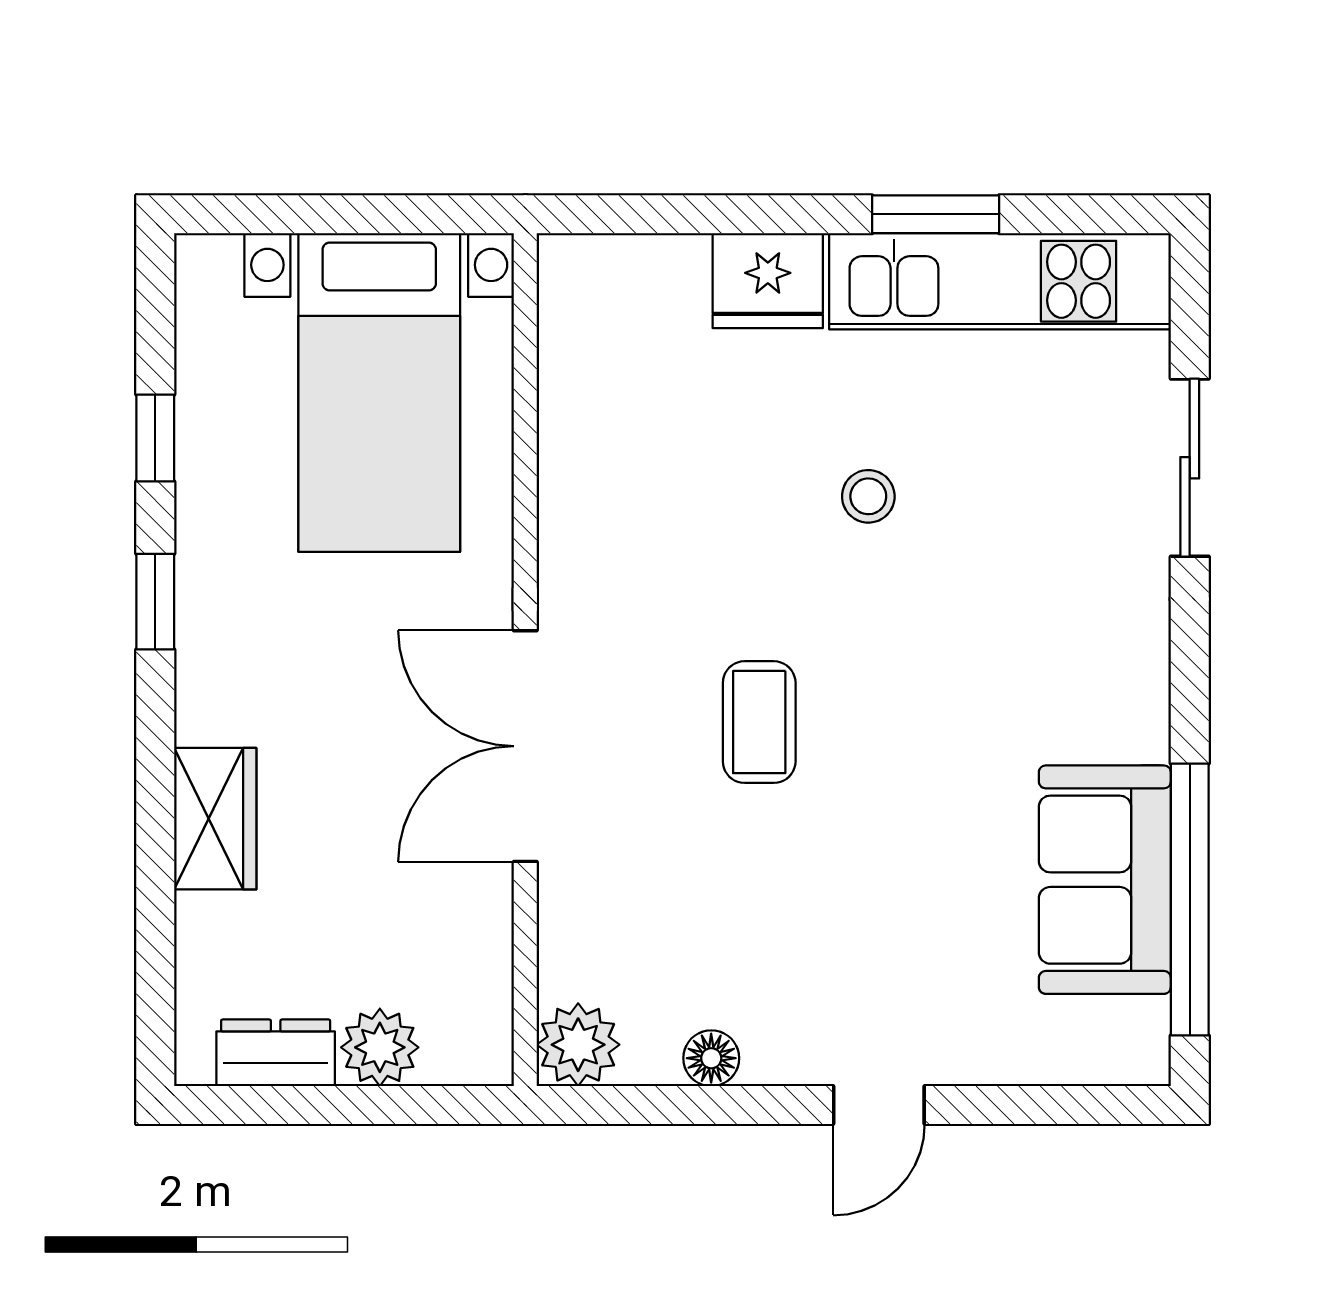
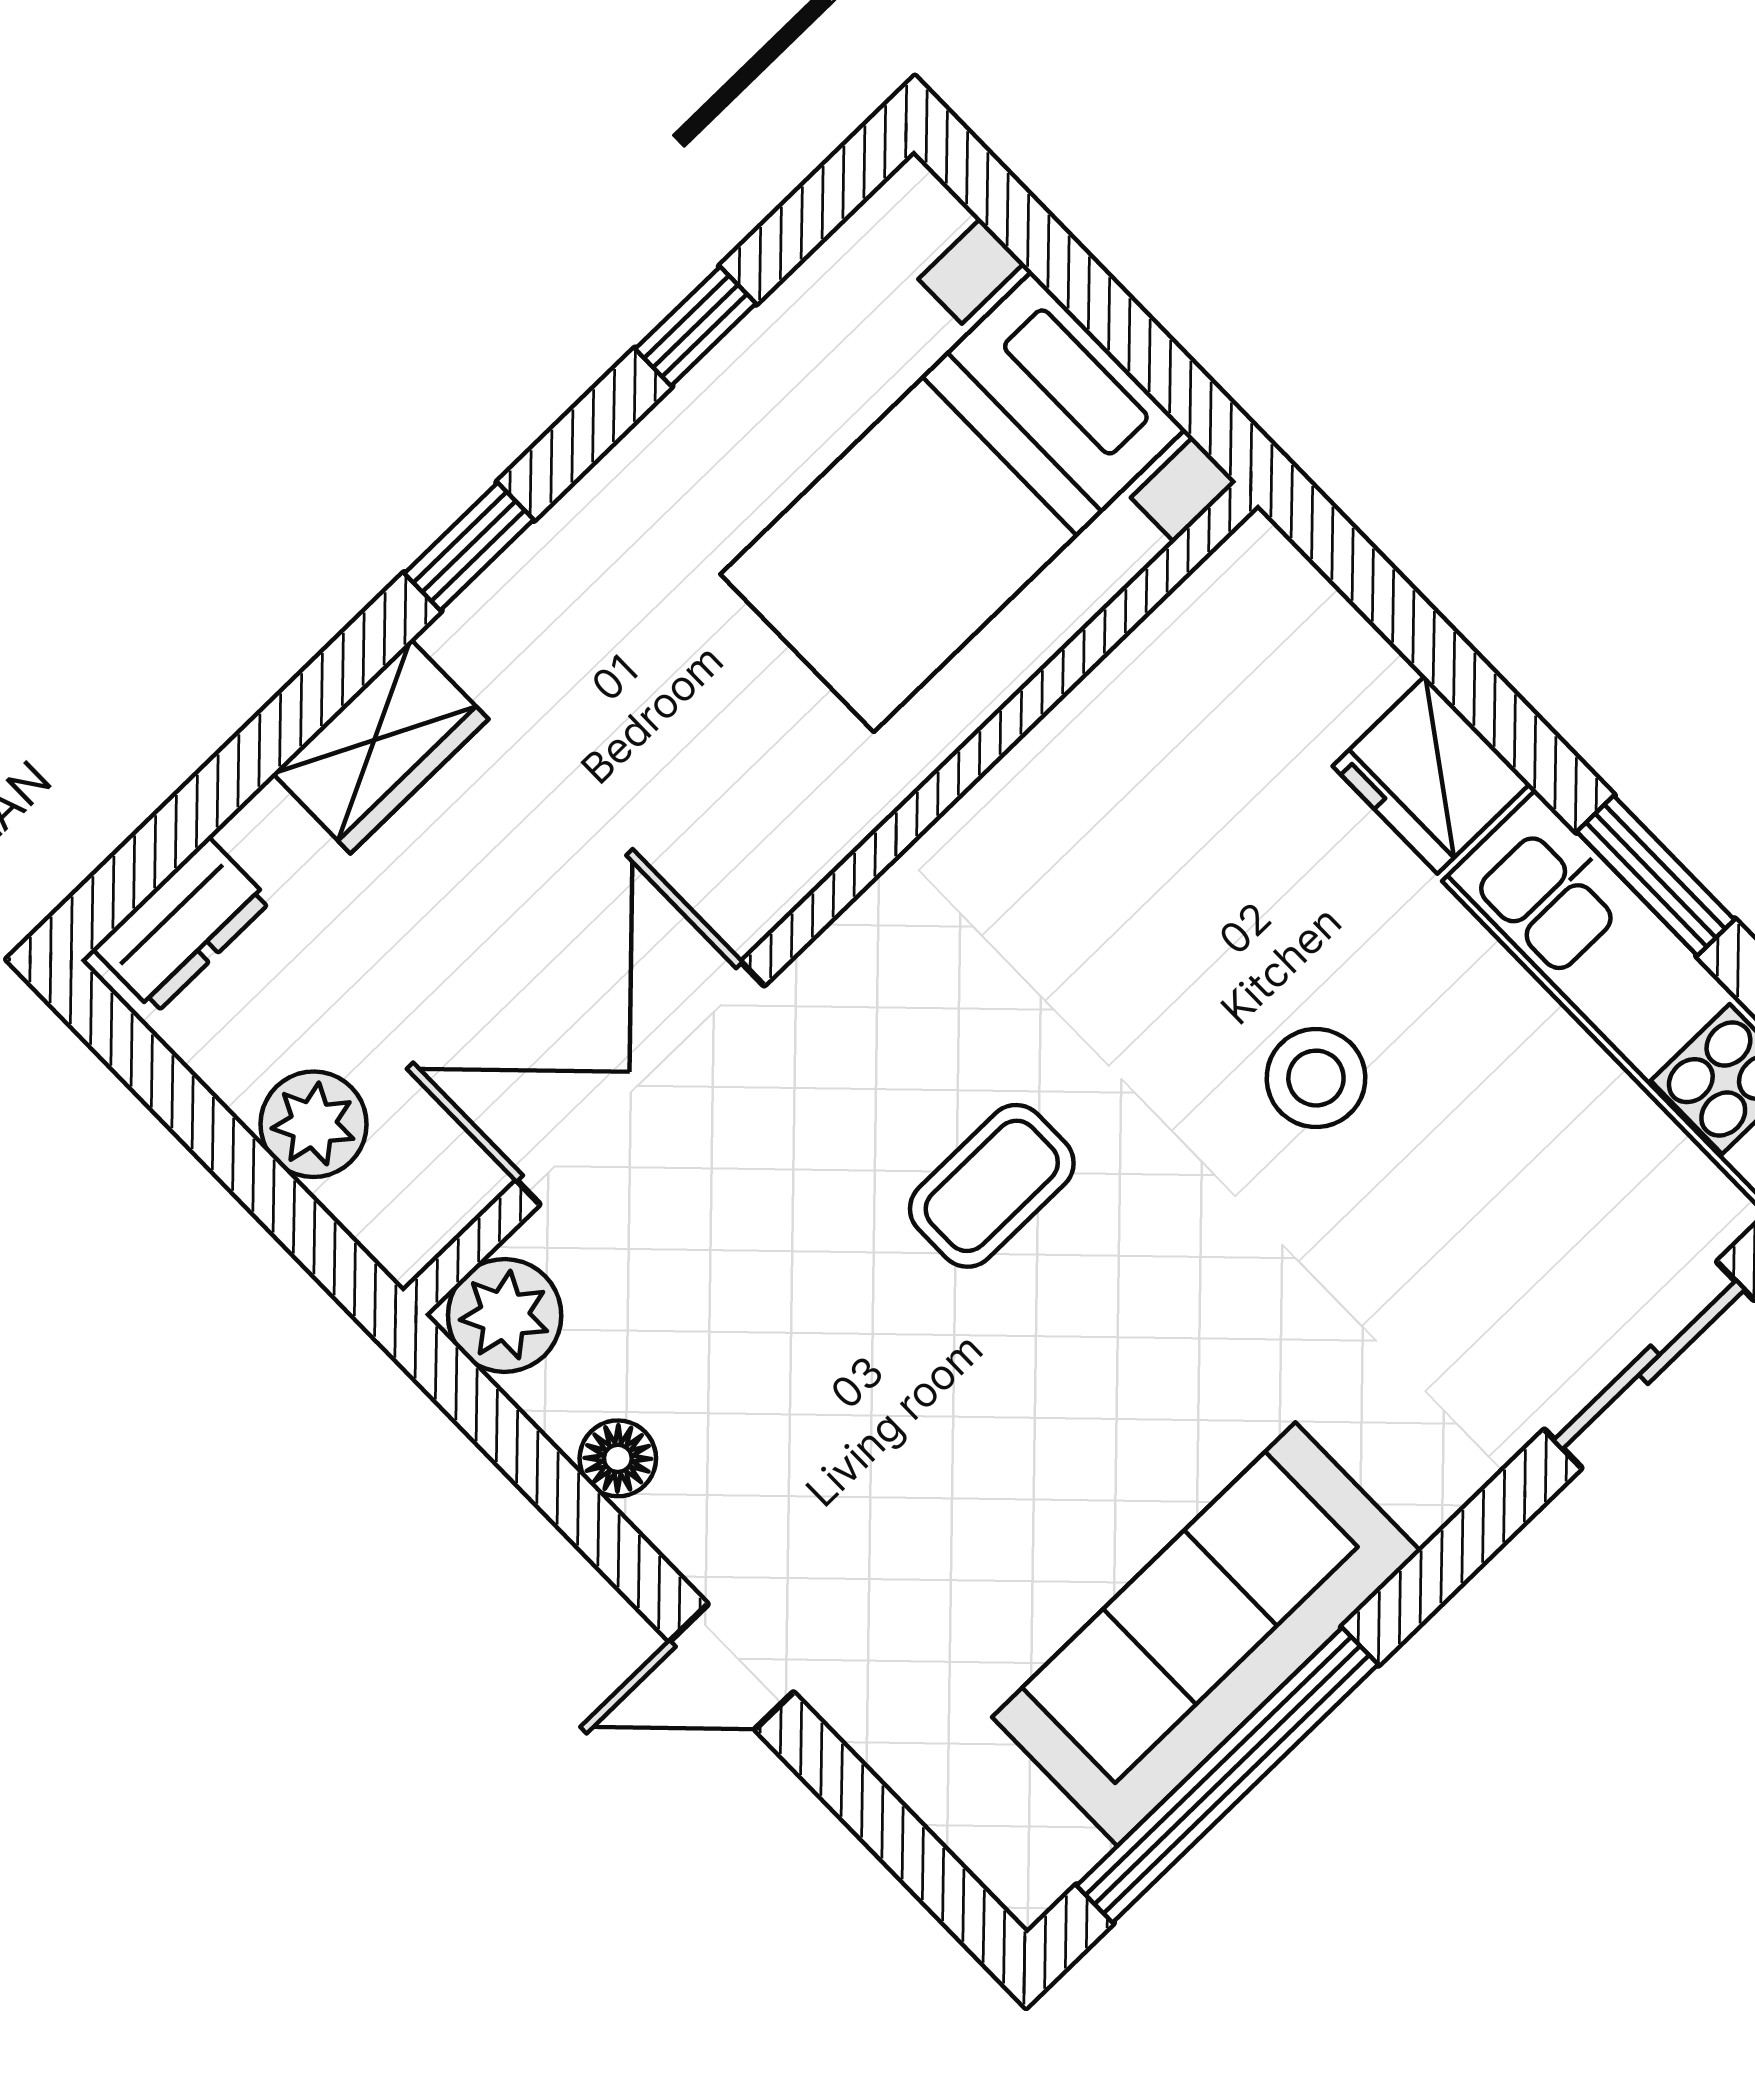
stool: (868, 496) -> (1316, 1078), width x1.37, depth x1.37
window: (155, 602) -> (469, 546), moved
double door: (525, 746) -> (640, 1083), moved
sofa: (1105, 880) -> (1206, 1634), width x1.36
dresser: (276, 1053) -> (182, 925), moved, turned 90

